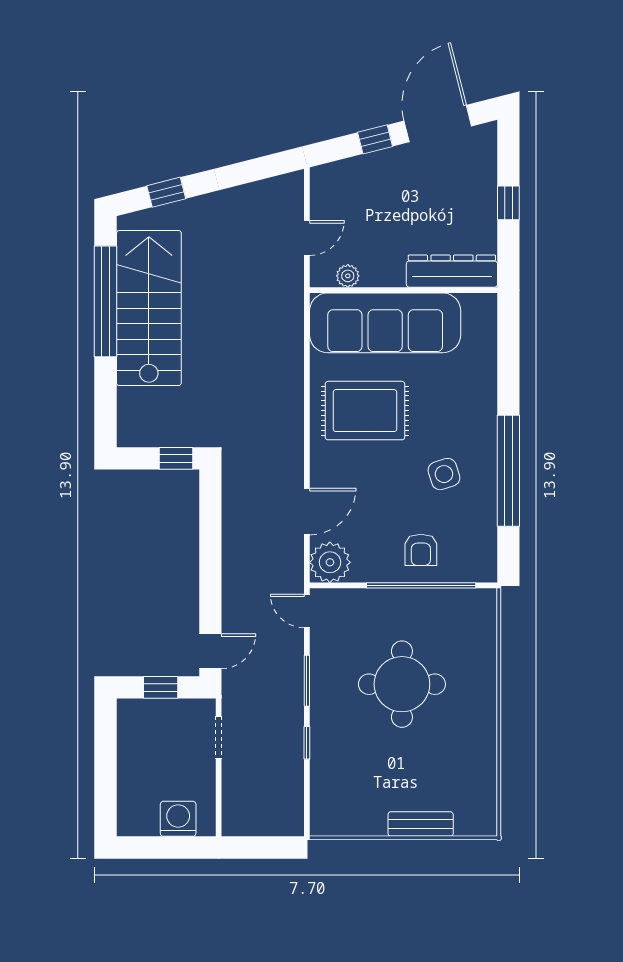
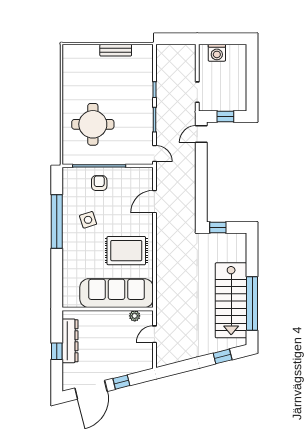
dresser: (452, 271) -> (70, 341), moved, turned -90
plant: (330, 562) -> (143, 177), removed
round table: (402, 684) -> (93, 124), moved
bench: (421, 824) -> (116, 50), moved

